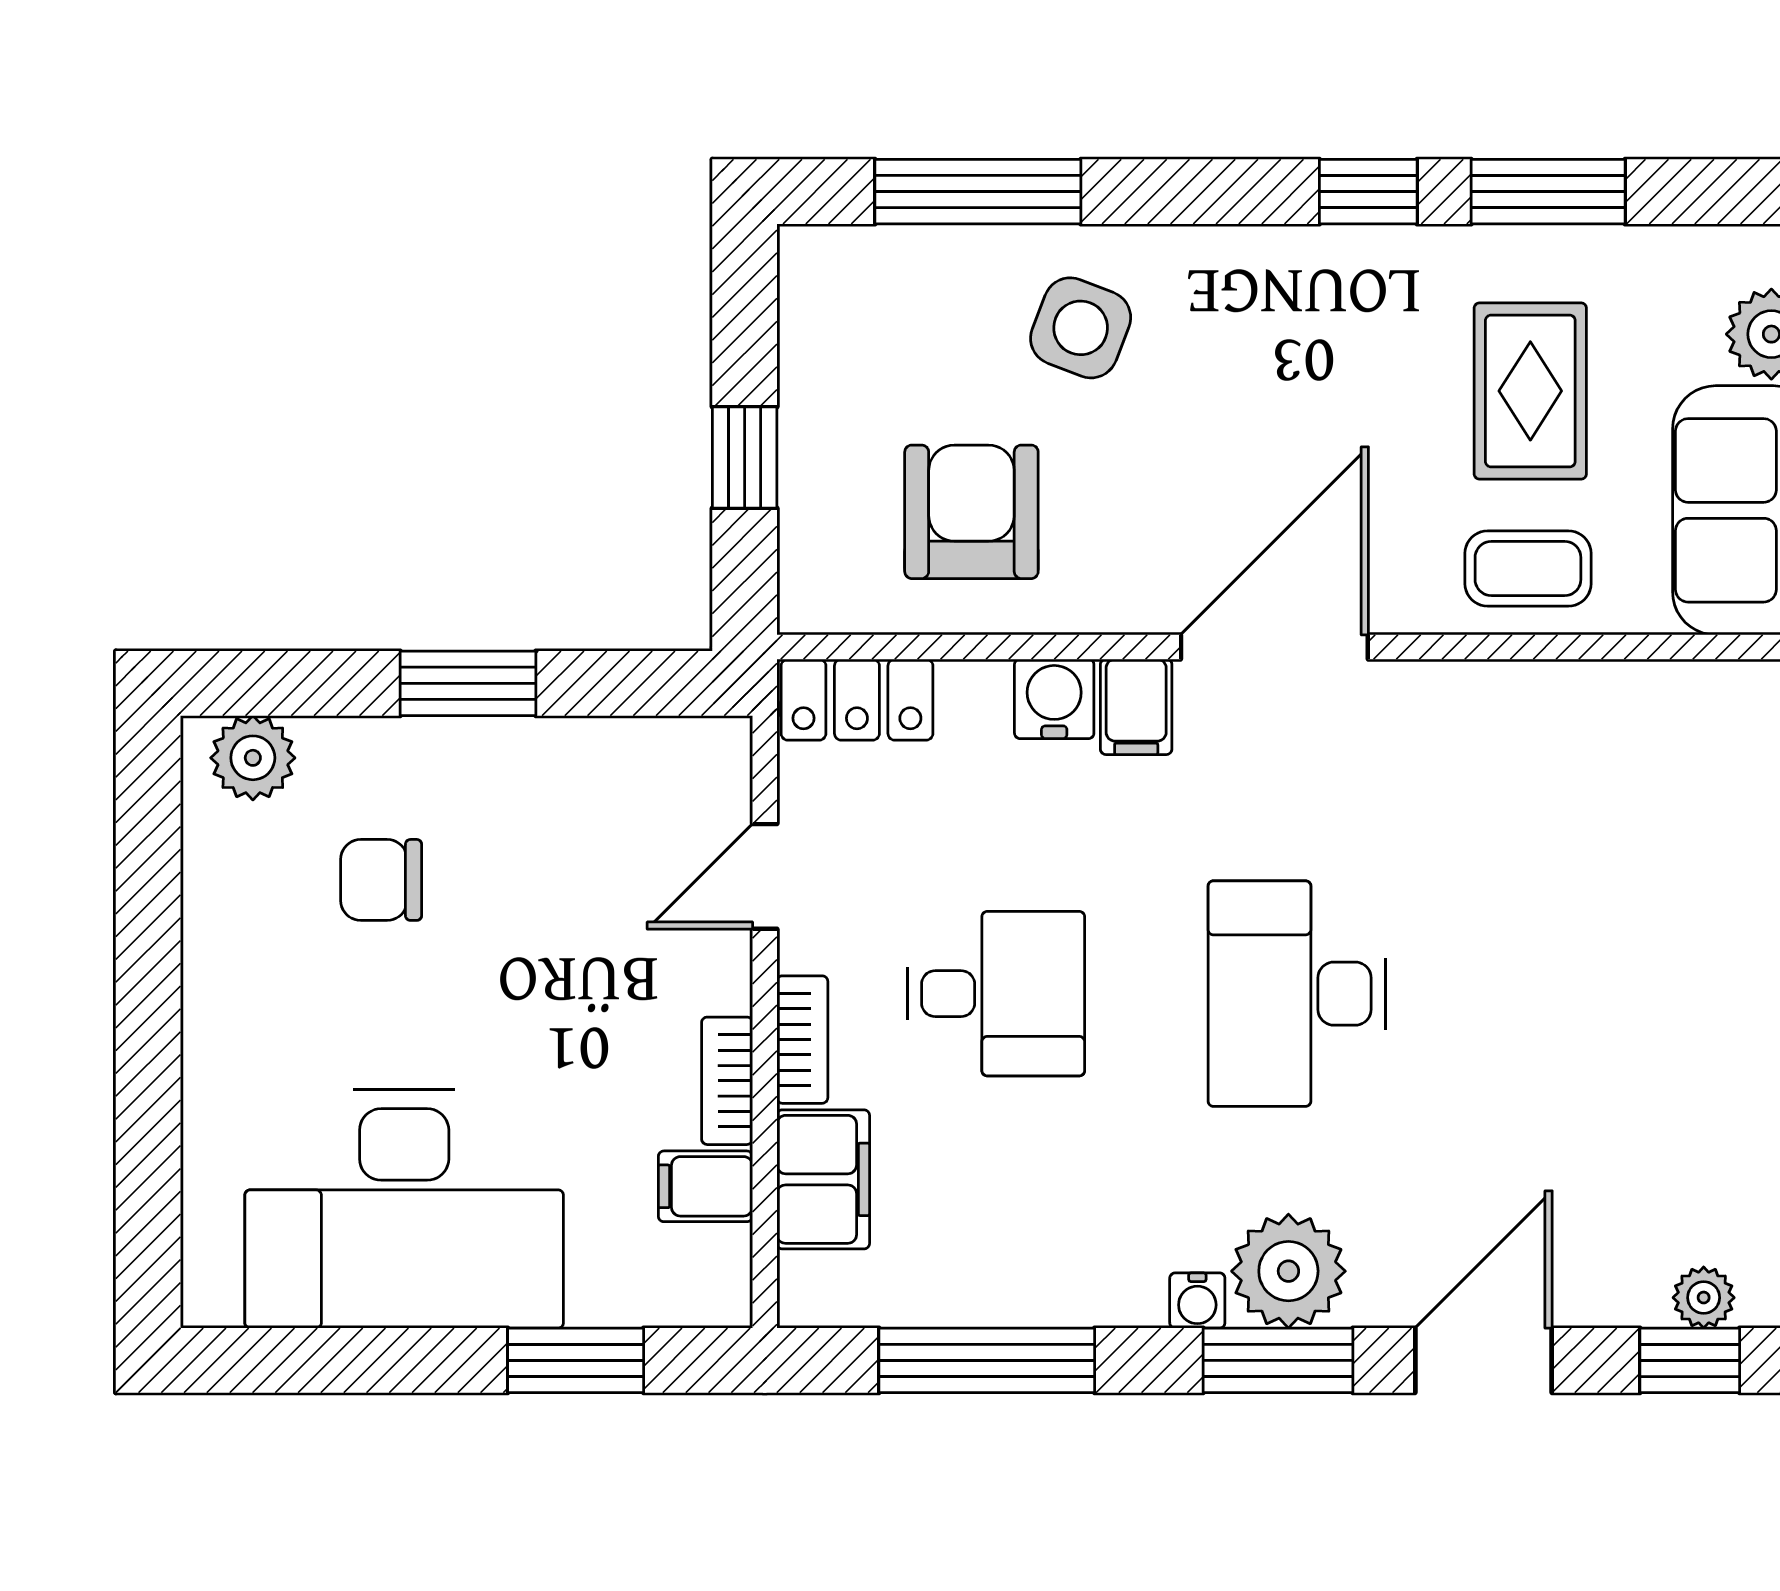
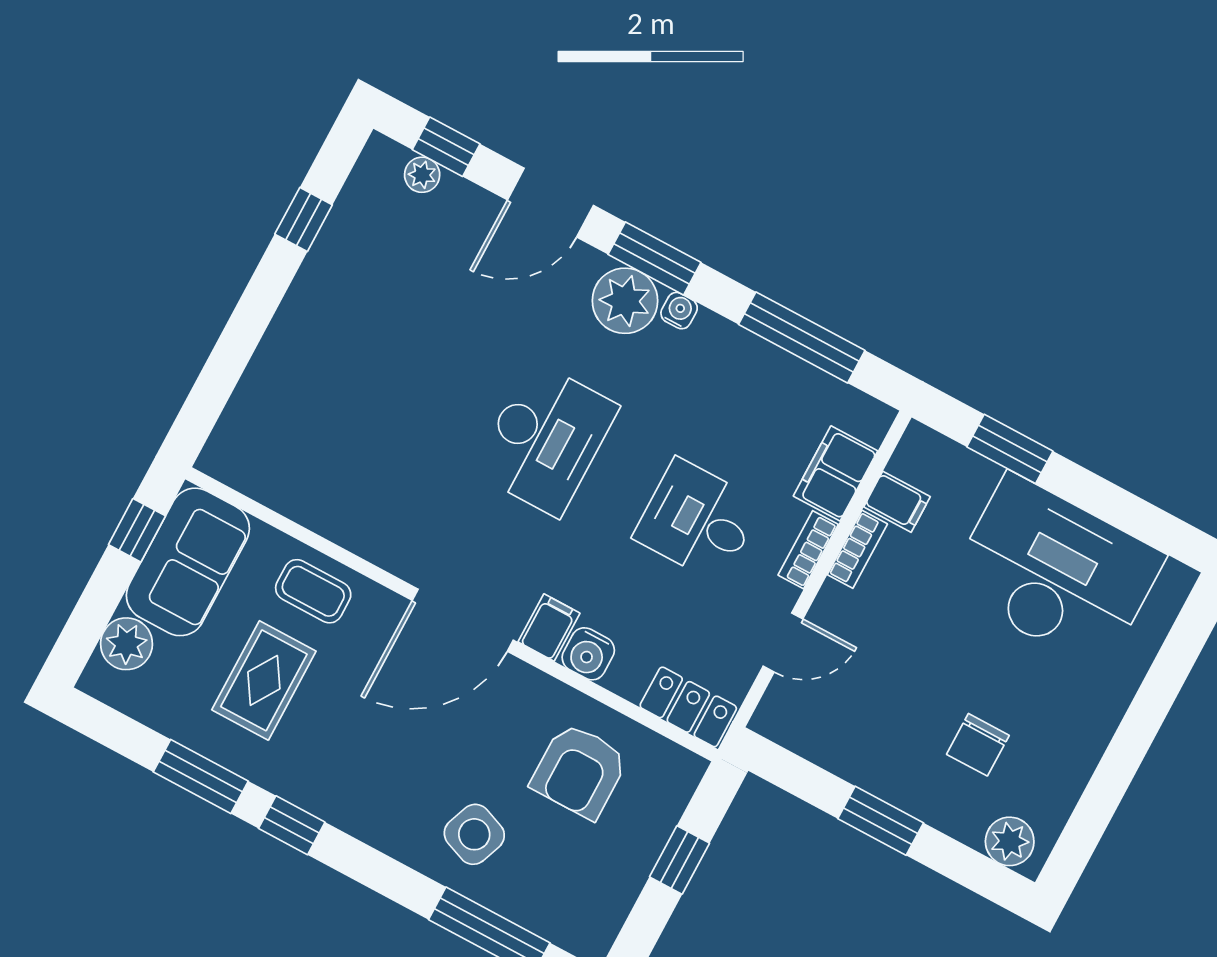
chair: (381, 880) -> (978, 745), turned 90

